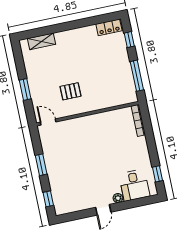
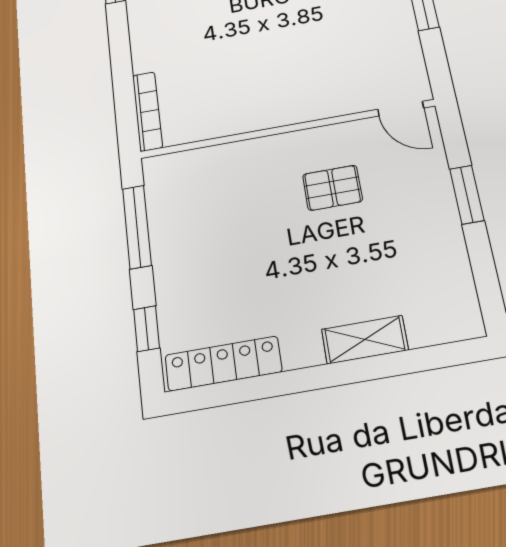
locker: (109, 27) -> (223, 364), width x1.53
shelving: (41, 41) -> (365, 340), moved

